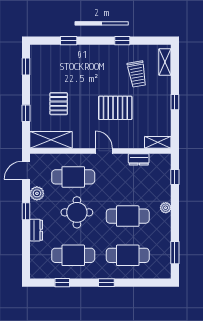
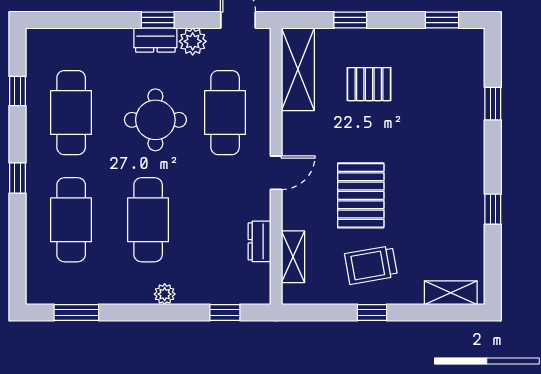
trolley: (137, 74) -> (371, 265), moved
shelving: (158, 142) -> (293, 257), moved
dresser: (36, 230) -> (155, 40), moved

